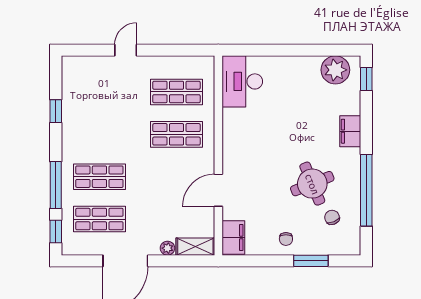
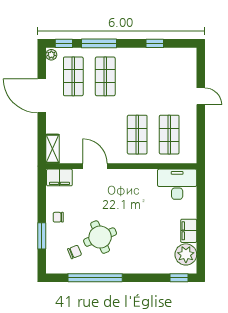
filing cabinet: (350, 131) -> (189, 231), moved, turned -90
plant: (167, 248) -> (51, 55), moved

